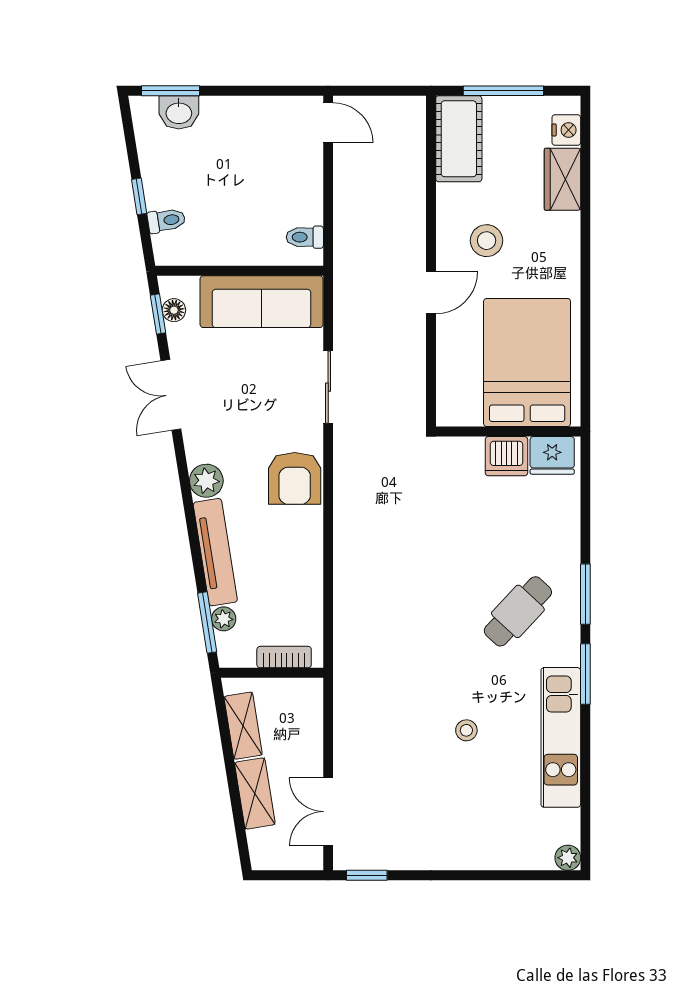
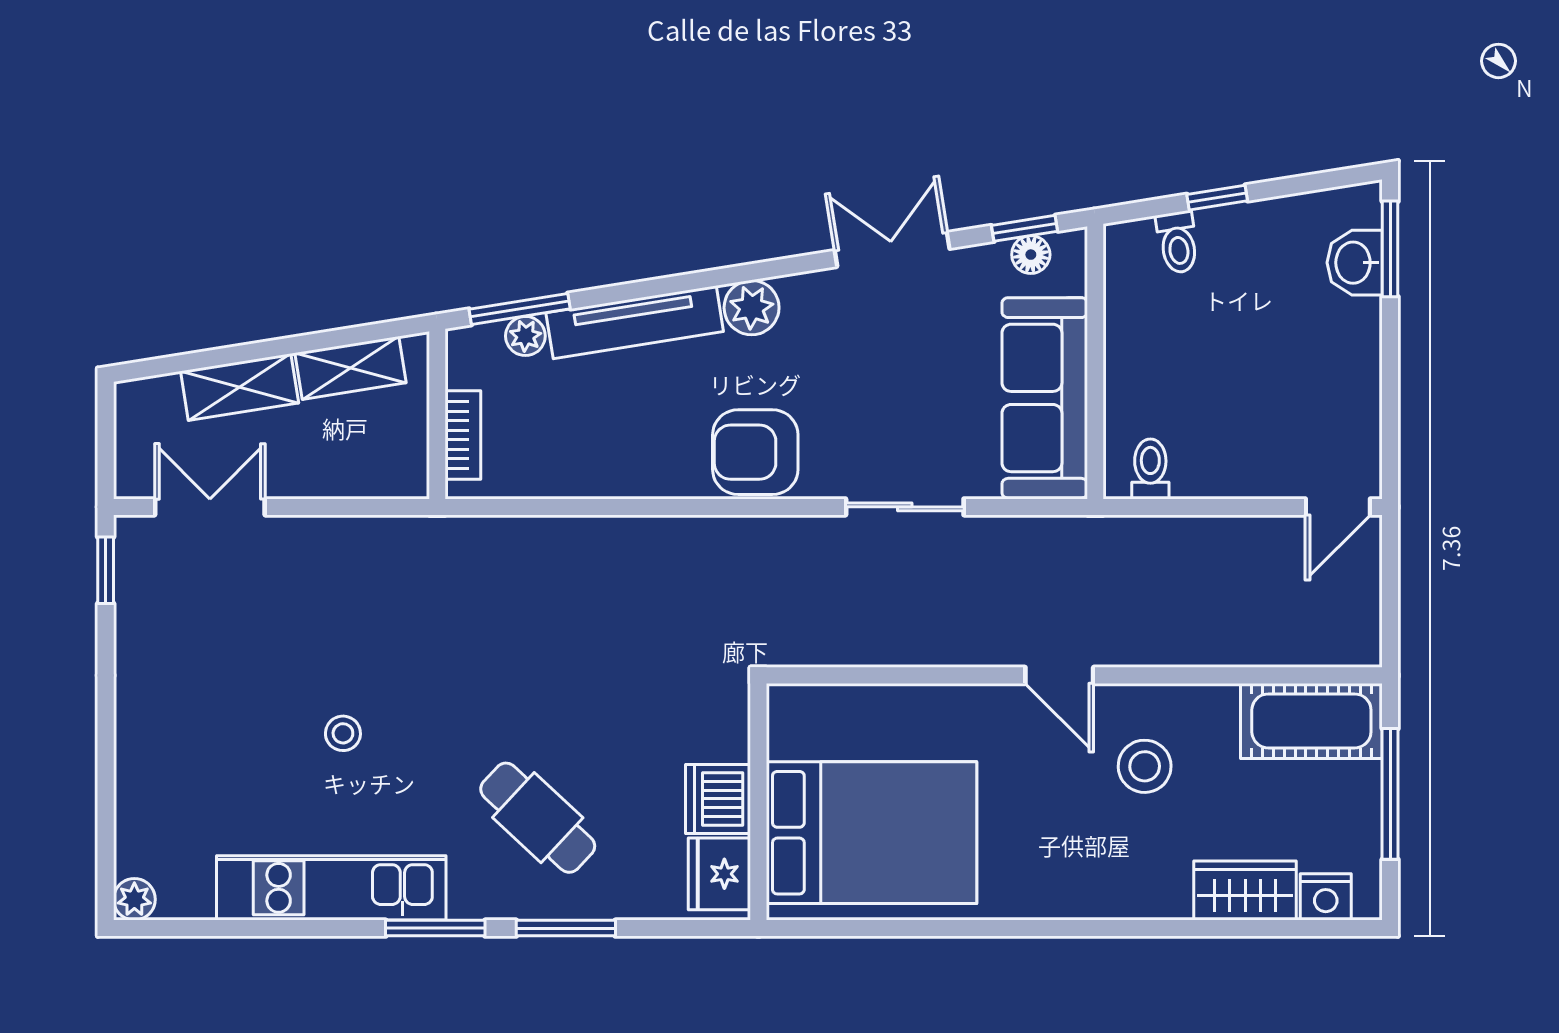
bed: (527, 363) -> (871, 833), moved
wall: (508, 432) -> (758, 802), moved
fridge: (552, 455) -> (719, 874), moved
dishwasher: (506, 456) -> (718, 799), moved

